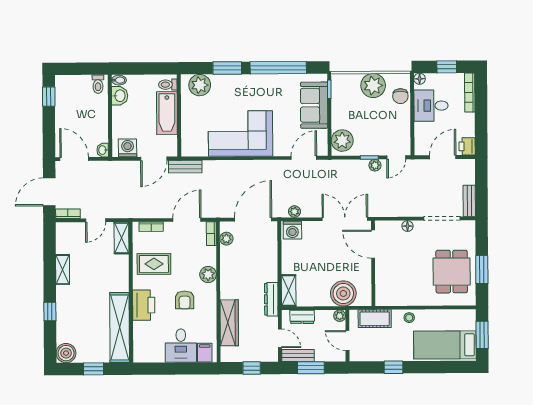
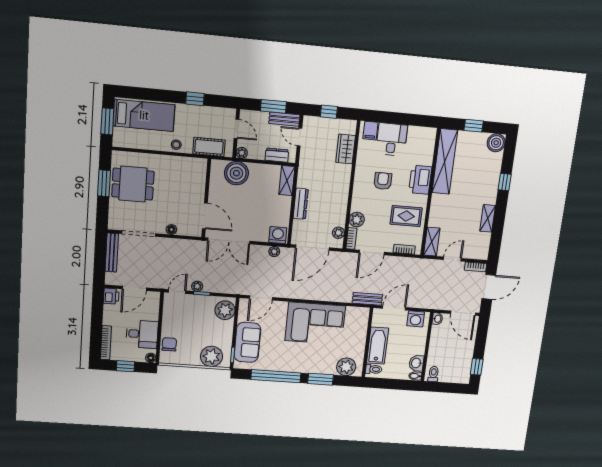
plant: (373, 86) -> (211, 356), moved
bench: (469, 201) -> (112, 253), width x1.36
dining table: (452, 272) -> (133, 184), turned 90
plant: (208, 274) -> (357, 220), moved
dresser: (271, 299) -> (301, 204), moved
wardrobe: (229, 323) -> (346, 149), width x0.67

